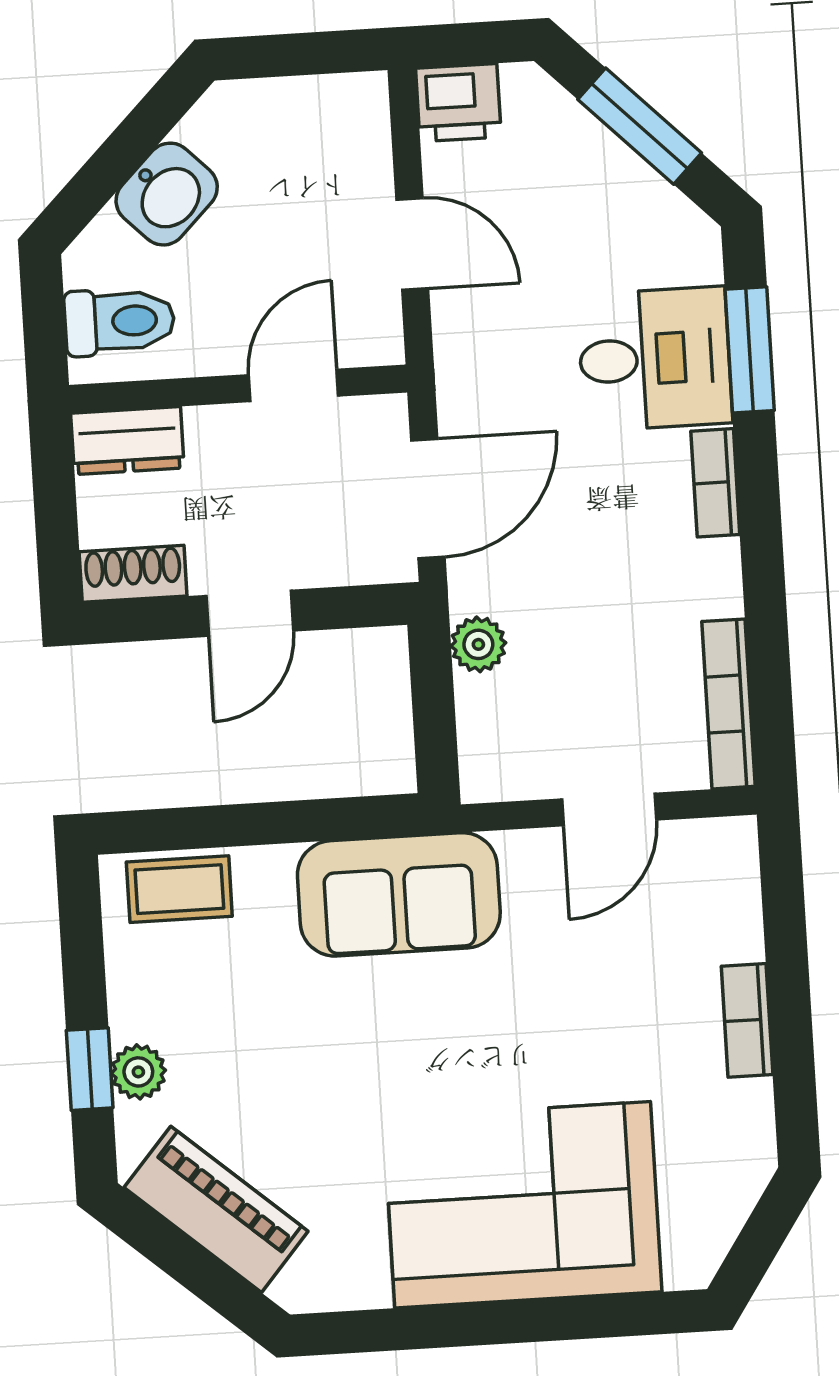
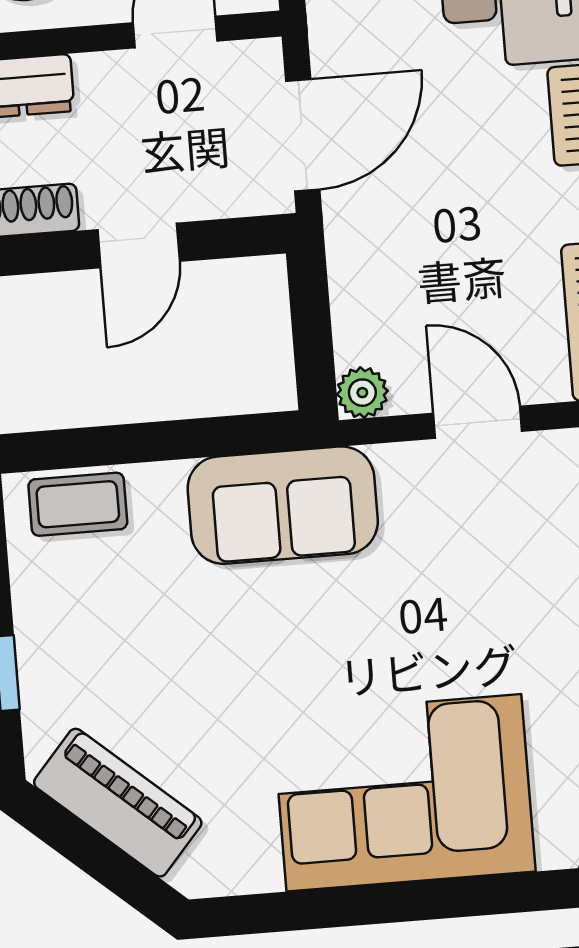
plant: (478, 644) -> (362, 393), moved
door: (609, 810) -> (478, 422), swing flipped
plant: (138, 1072) -> (43, 676), removed

